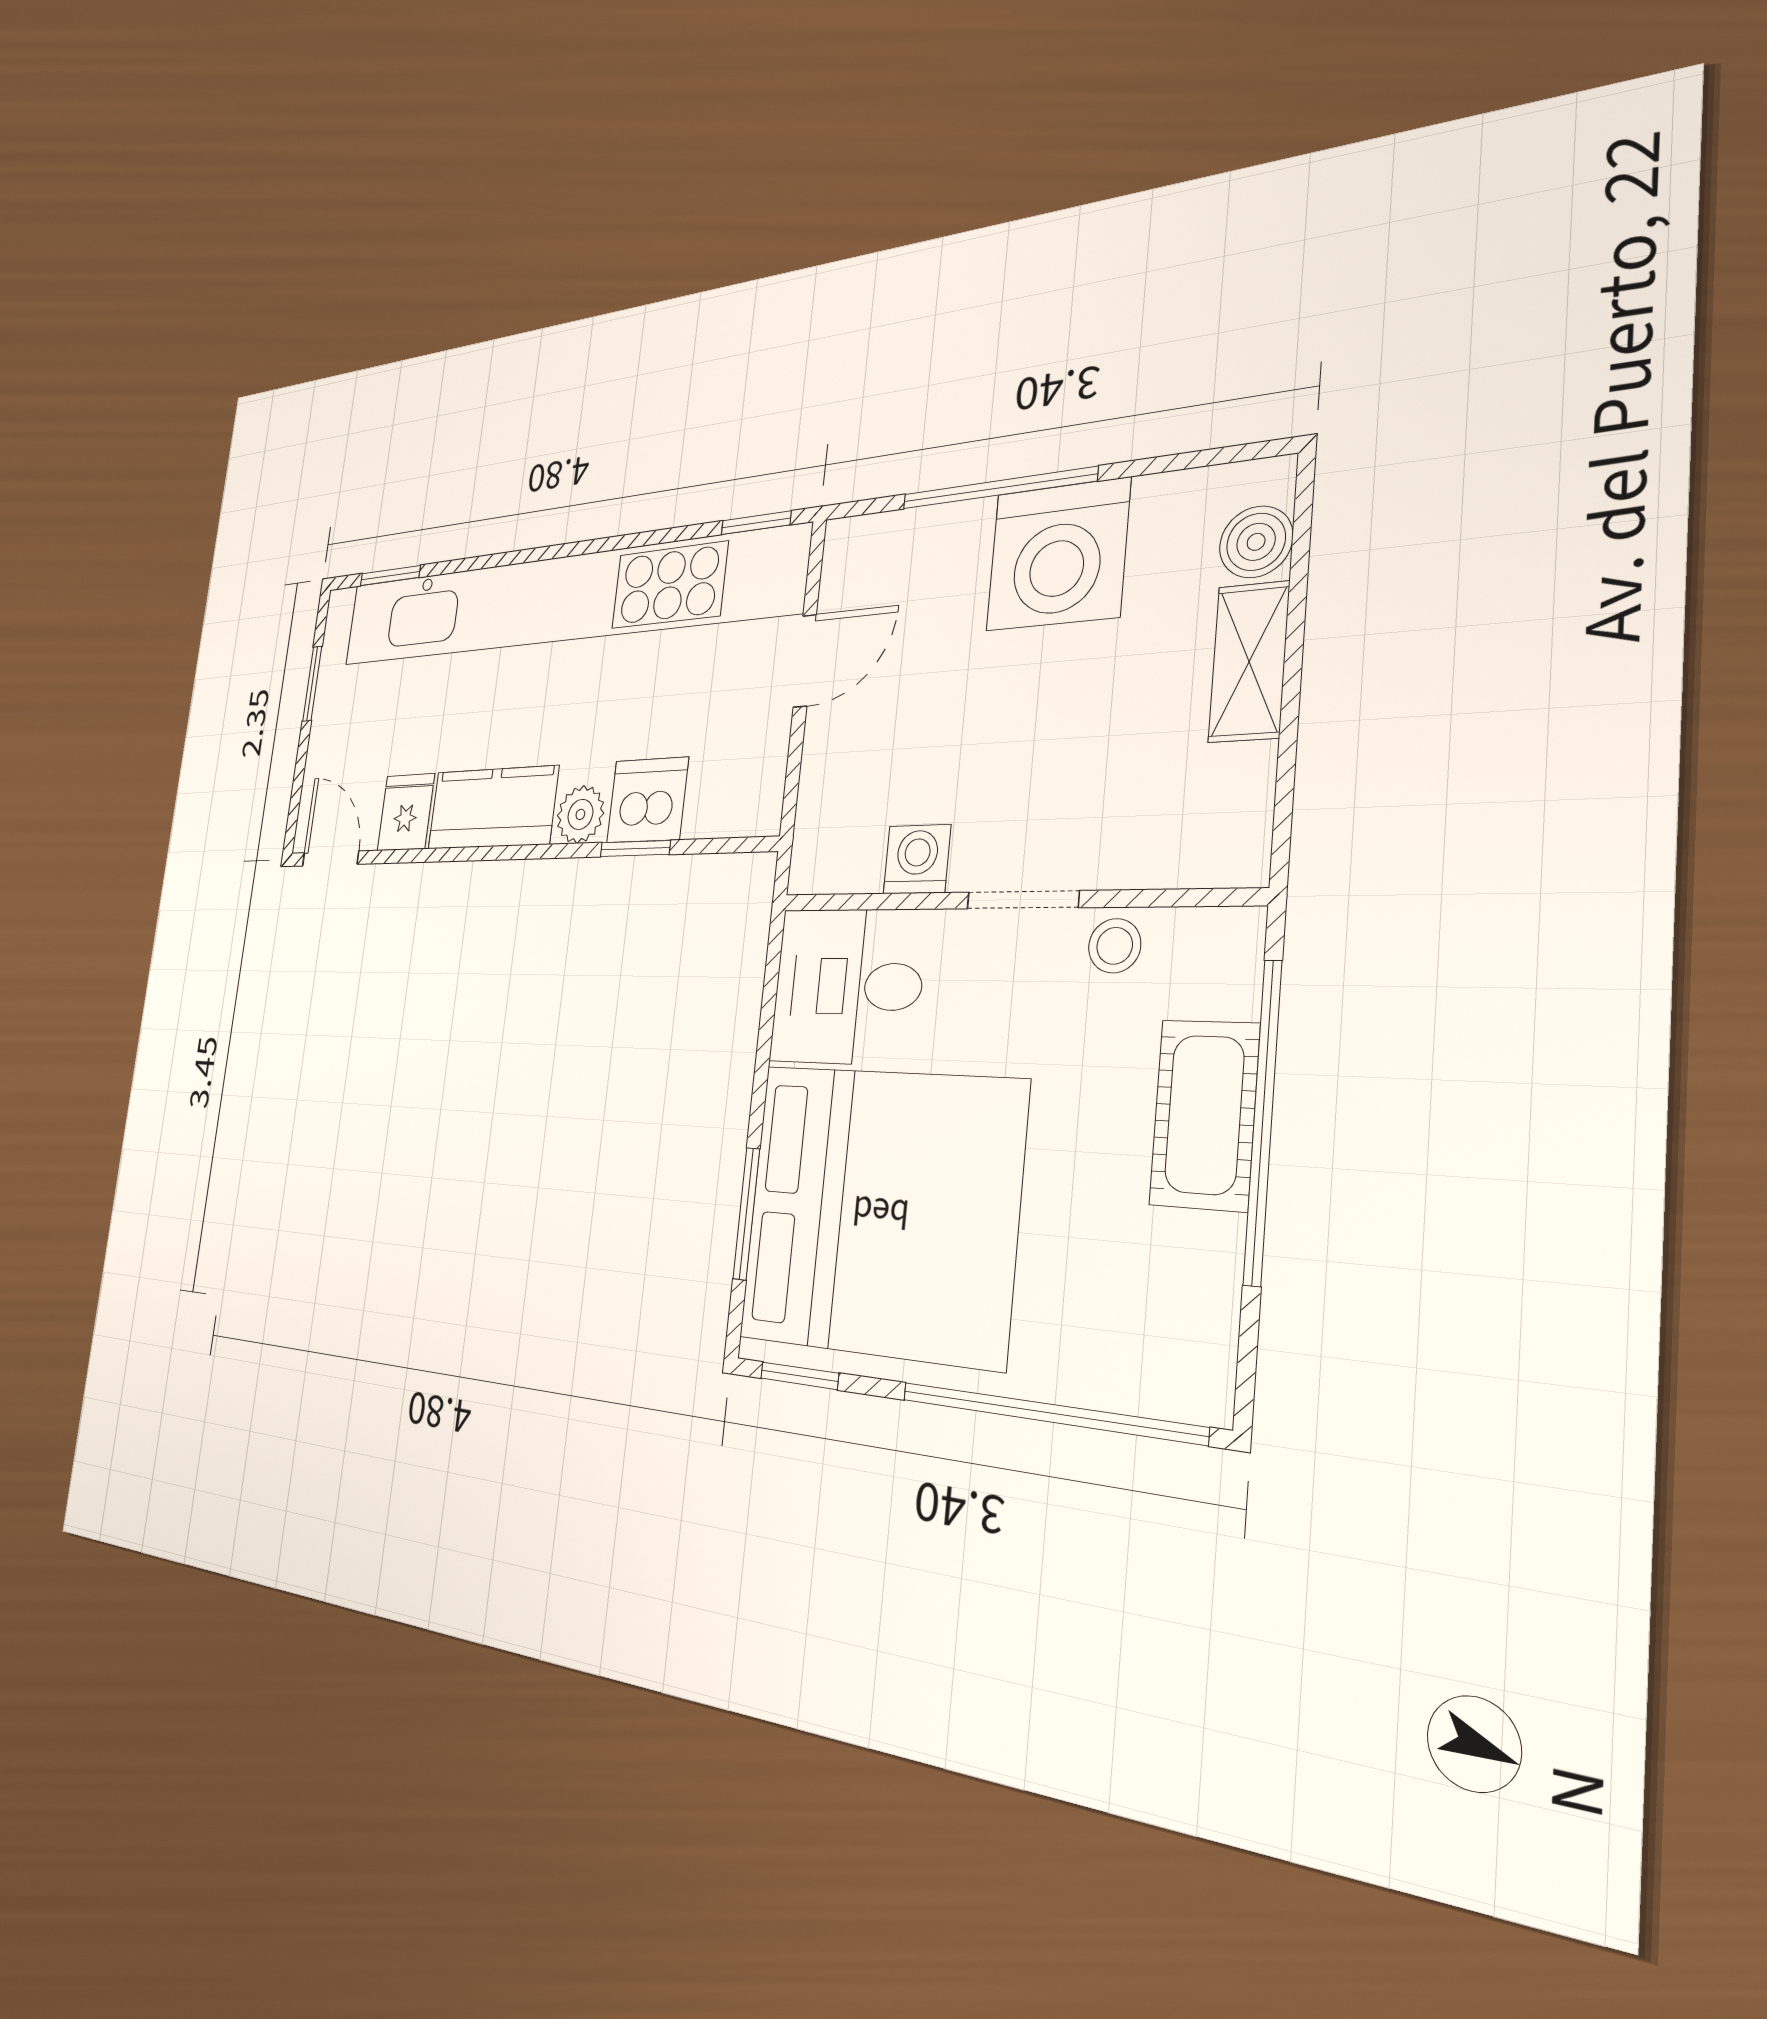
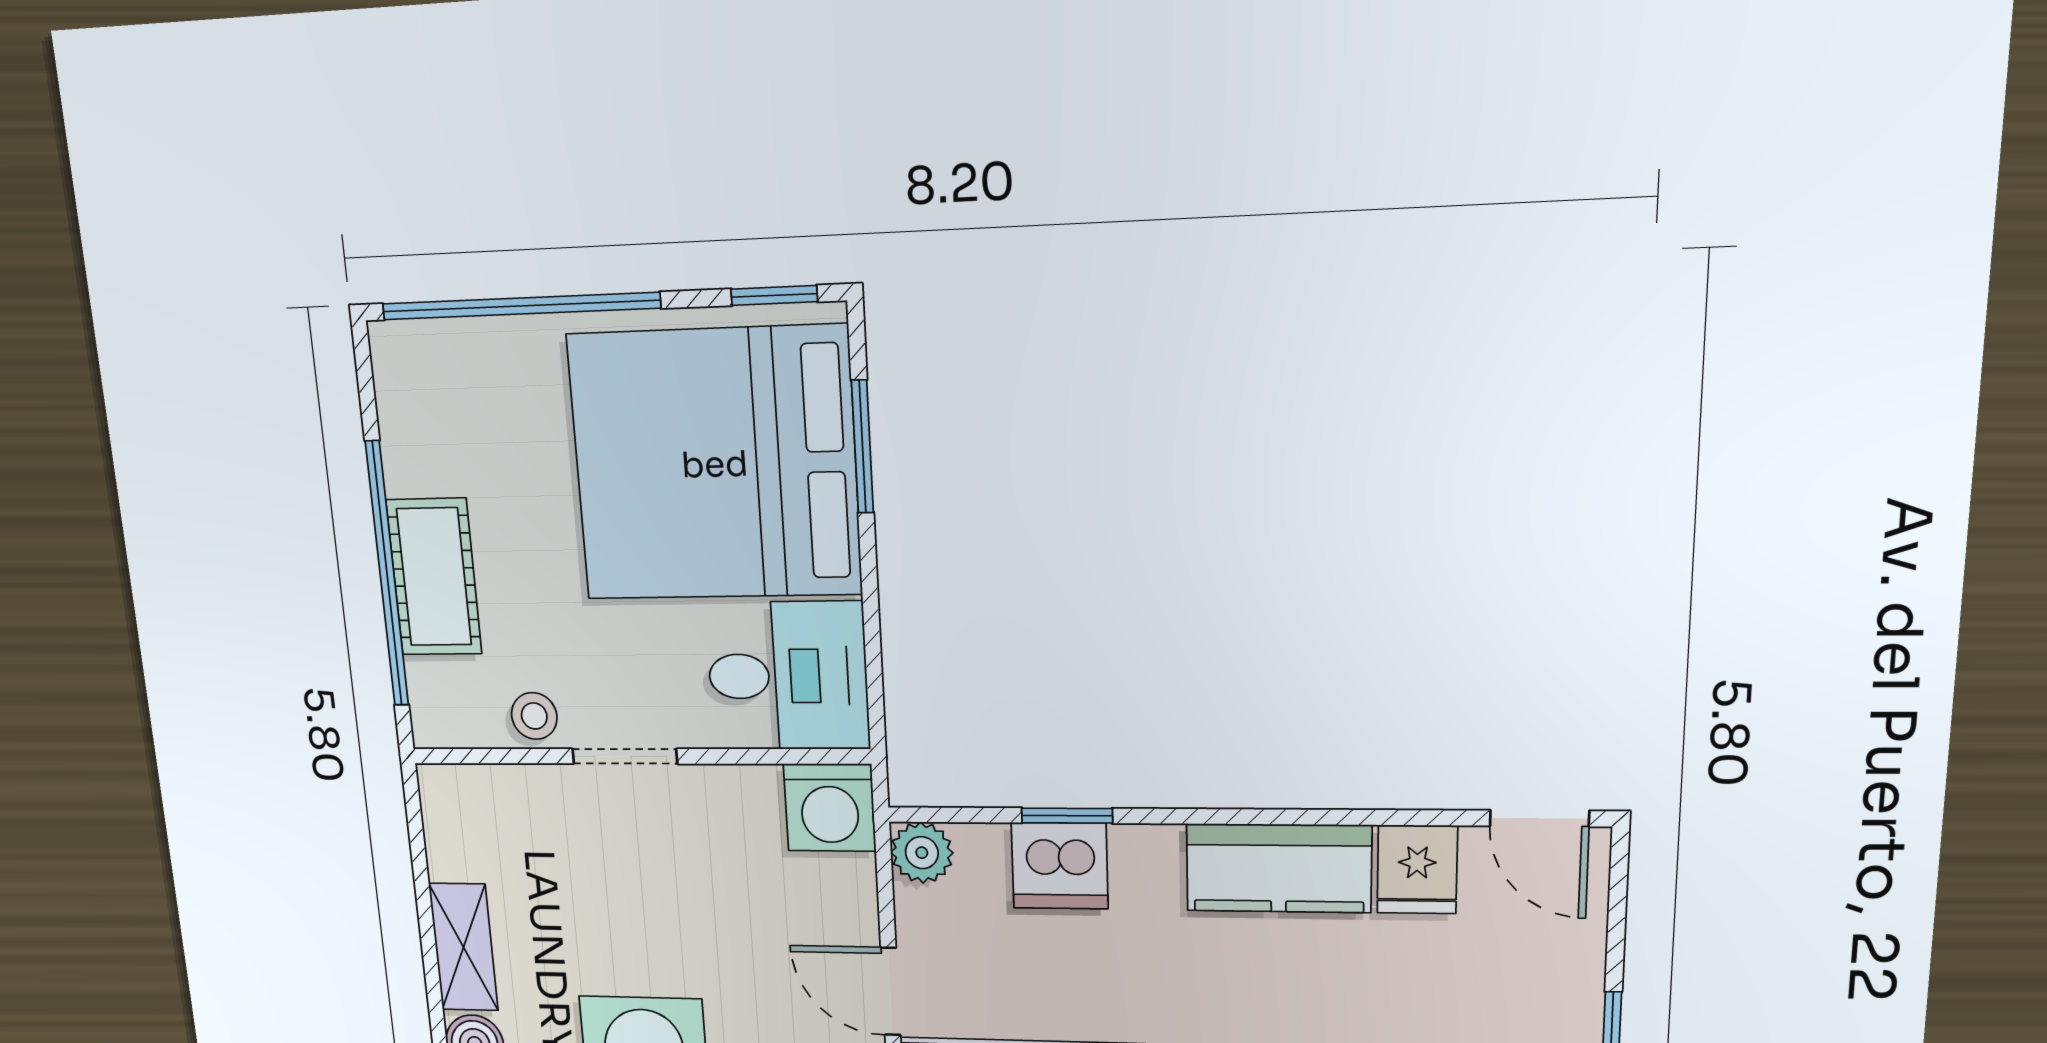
door: (805, 661) -> (891, 991), hinge flipped
plant: (580, 814) -> (922, 853), moved
washing machine: (917, 859) -> (830, 808), moved, width x1.38, depth x1.38

